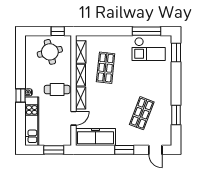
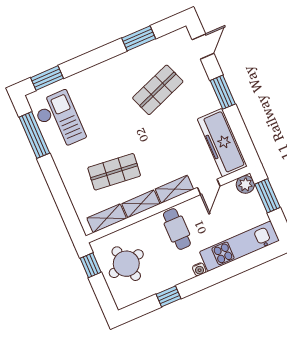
window: (21, 95) -> (168, 296), moved
shop shelf: (142, 113) -> (158, 90), turned -42
door: (73, 118) -> (209, 187), swing flipped
plant: (66, 140) -> (245, 184), added

